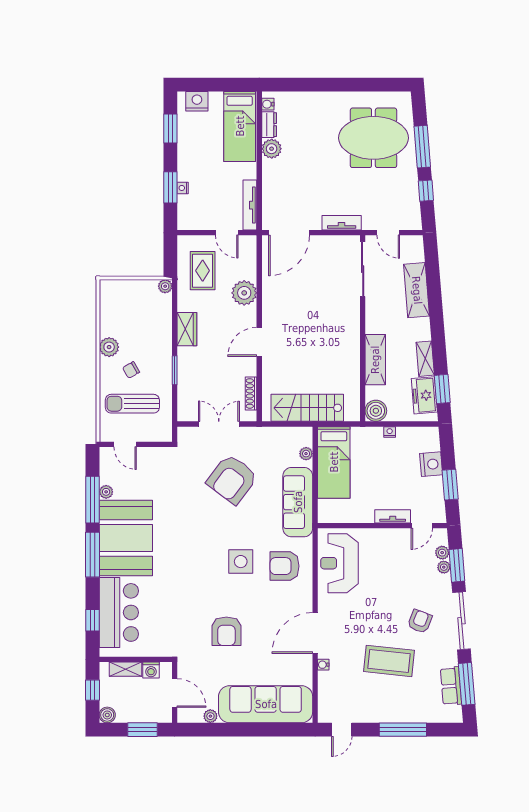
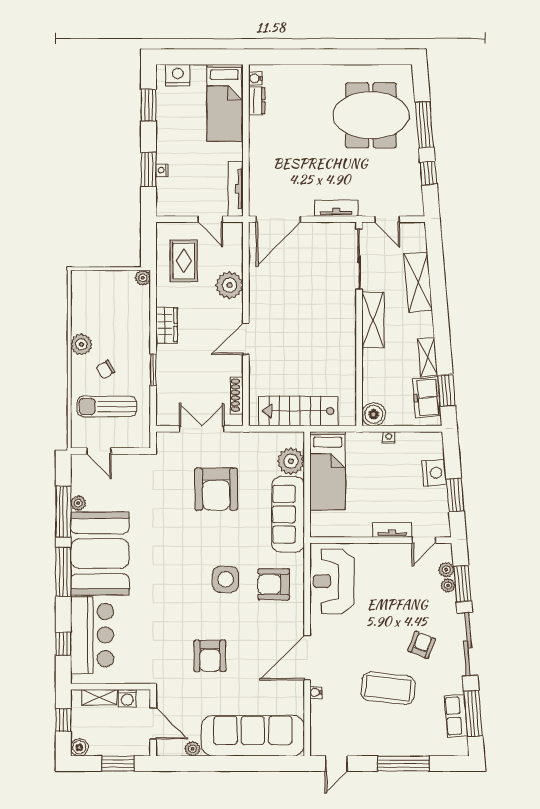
plant: (272, 149) -> (259, 127), removed
shelving: (375, 360) -> (373, 320), moved
plant: (306, 454) -> (291, 461), width x1.88, depth x1.88
armchair: (232, 479) -> (216, 489), turned -37

